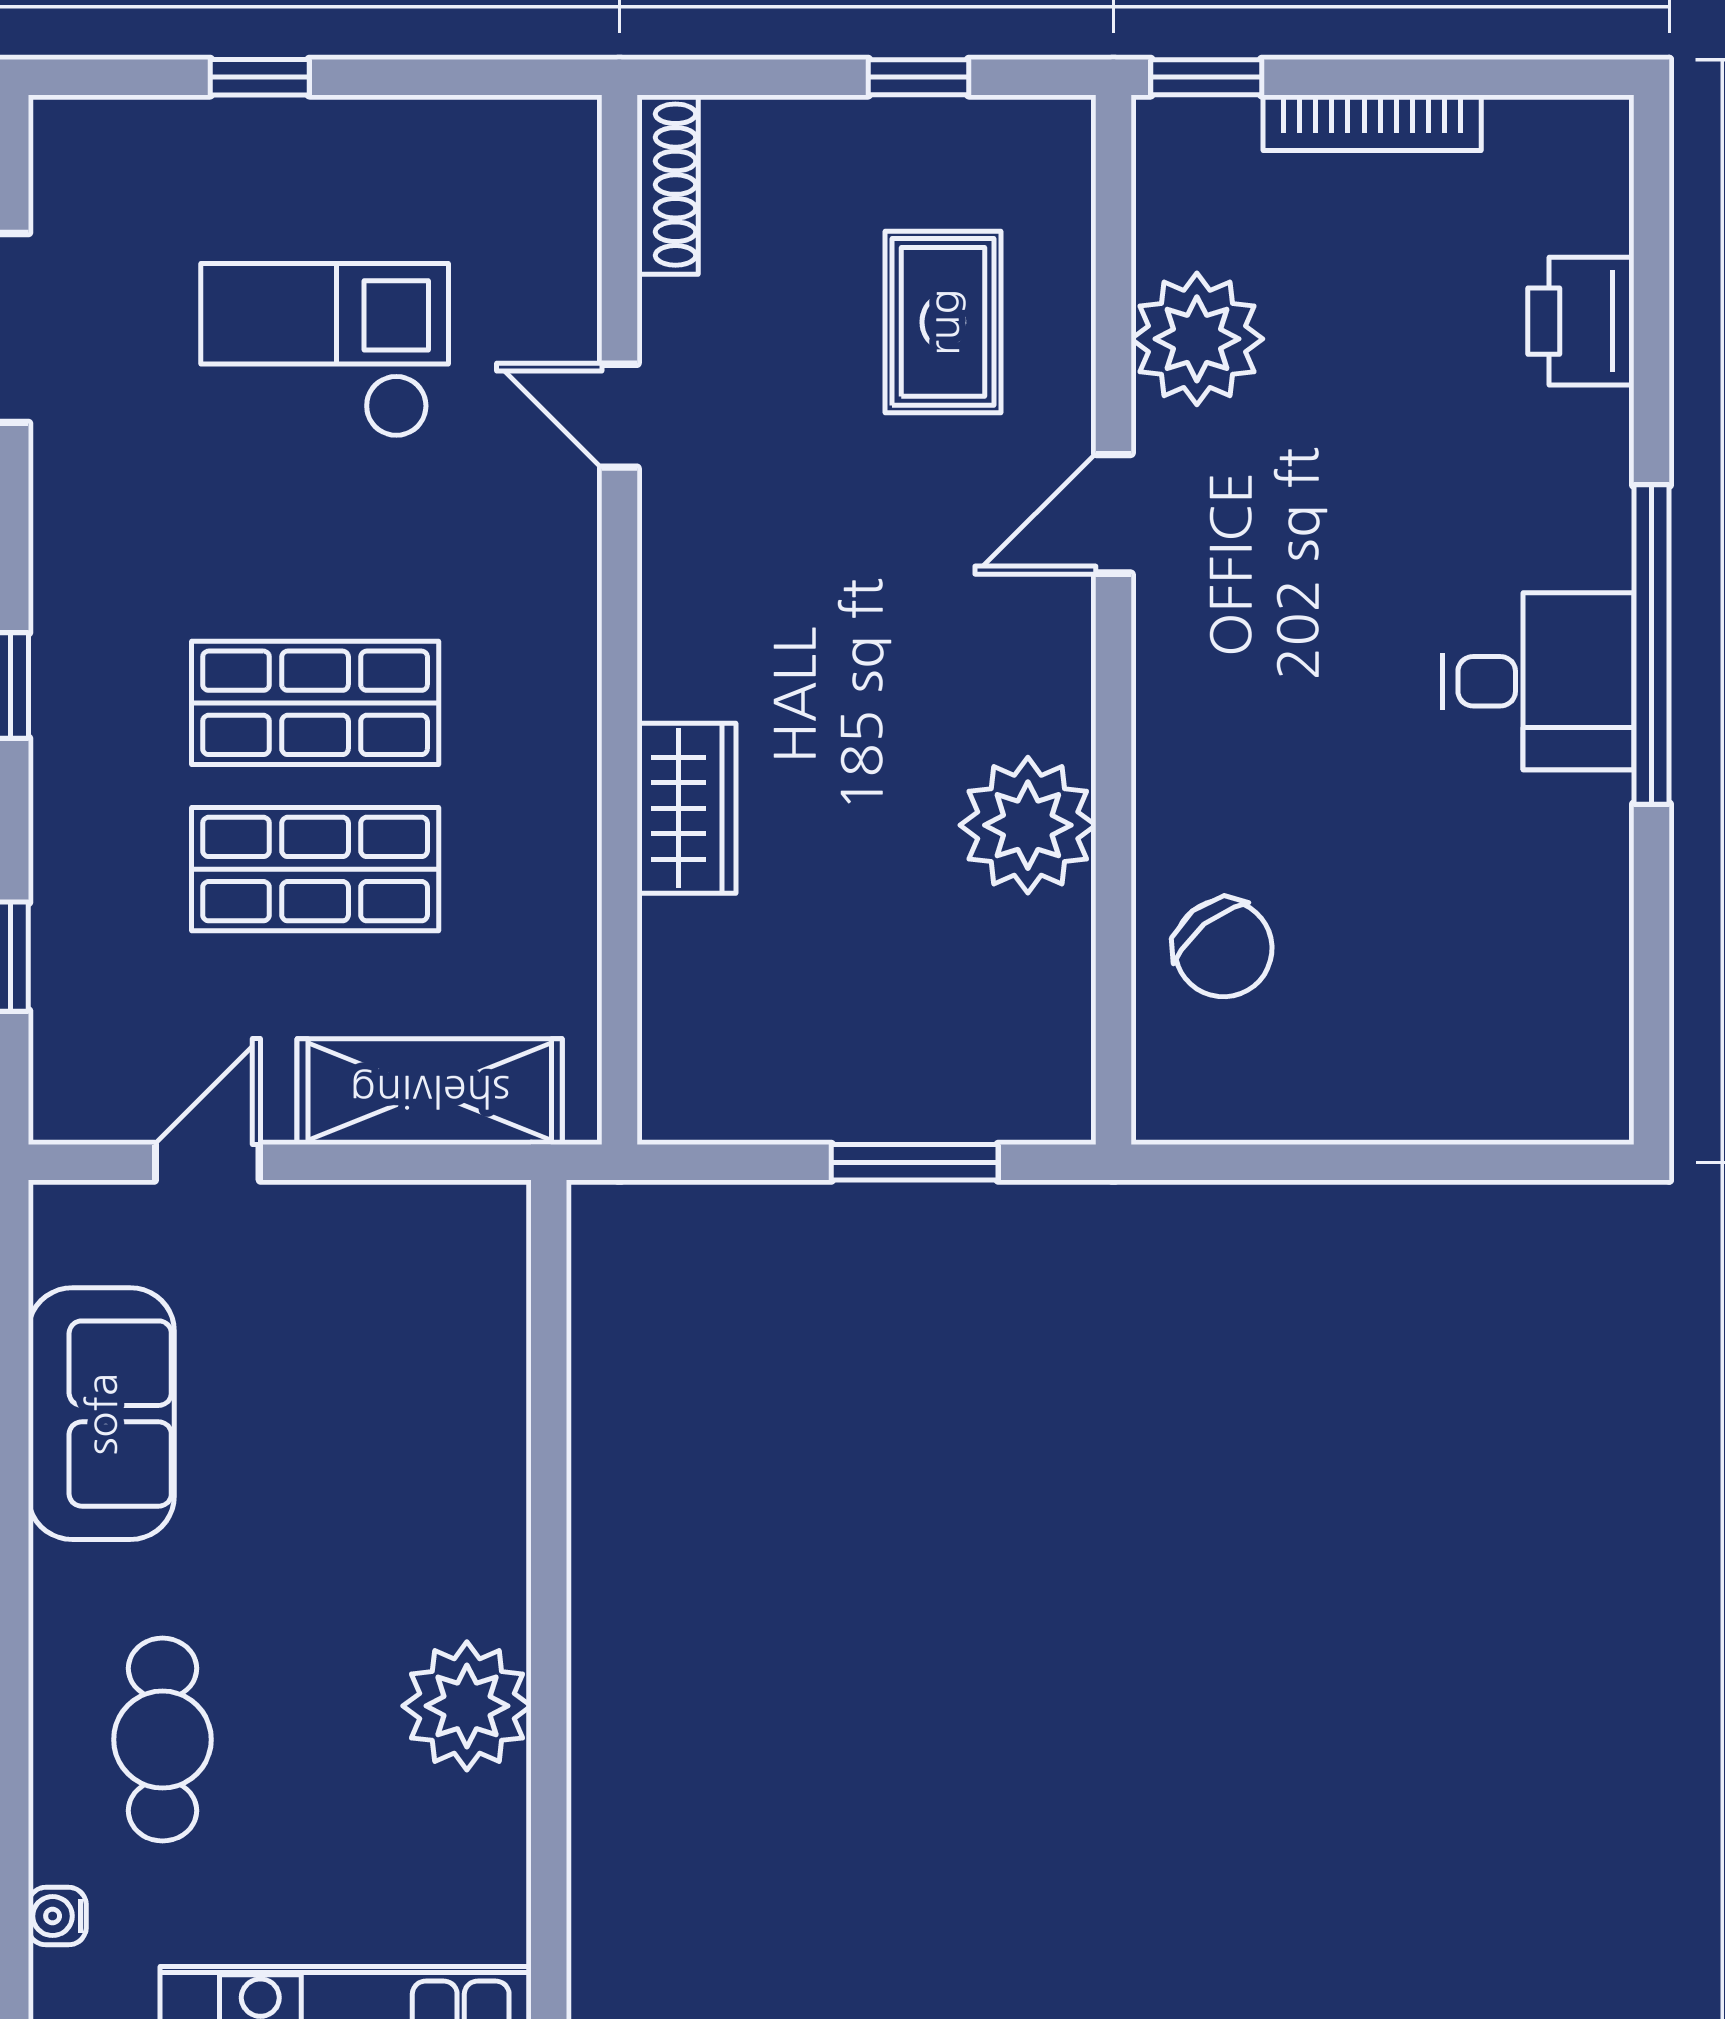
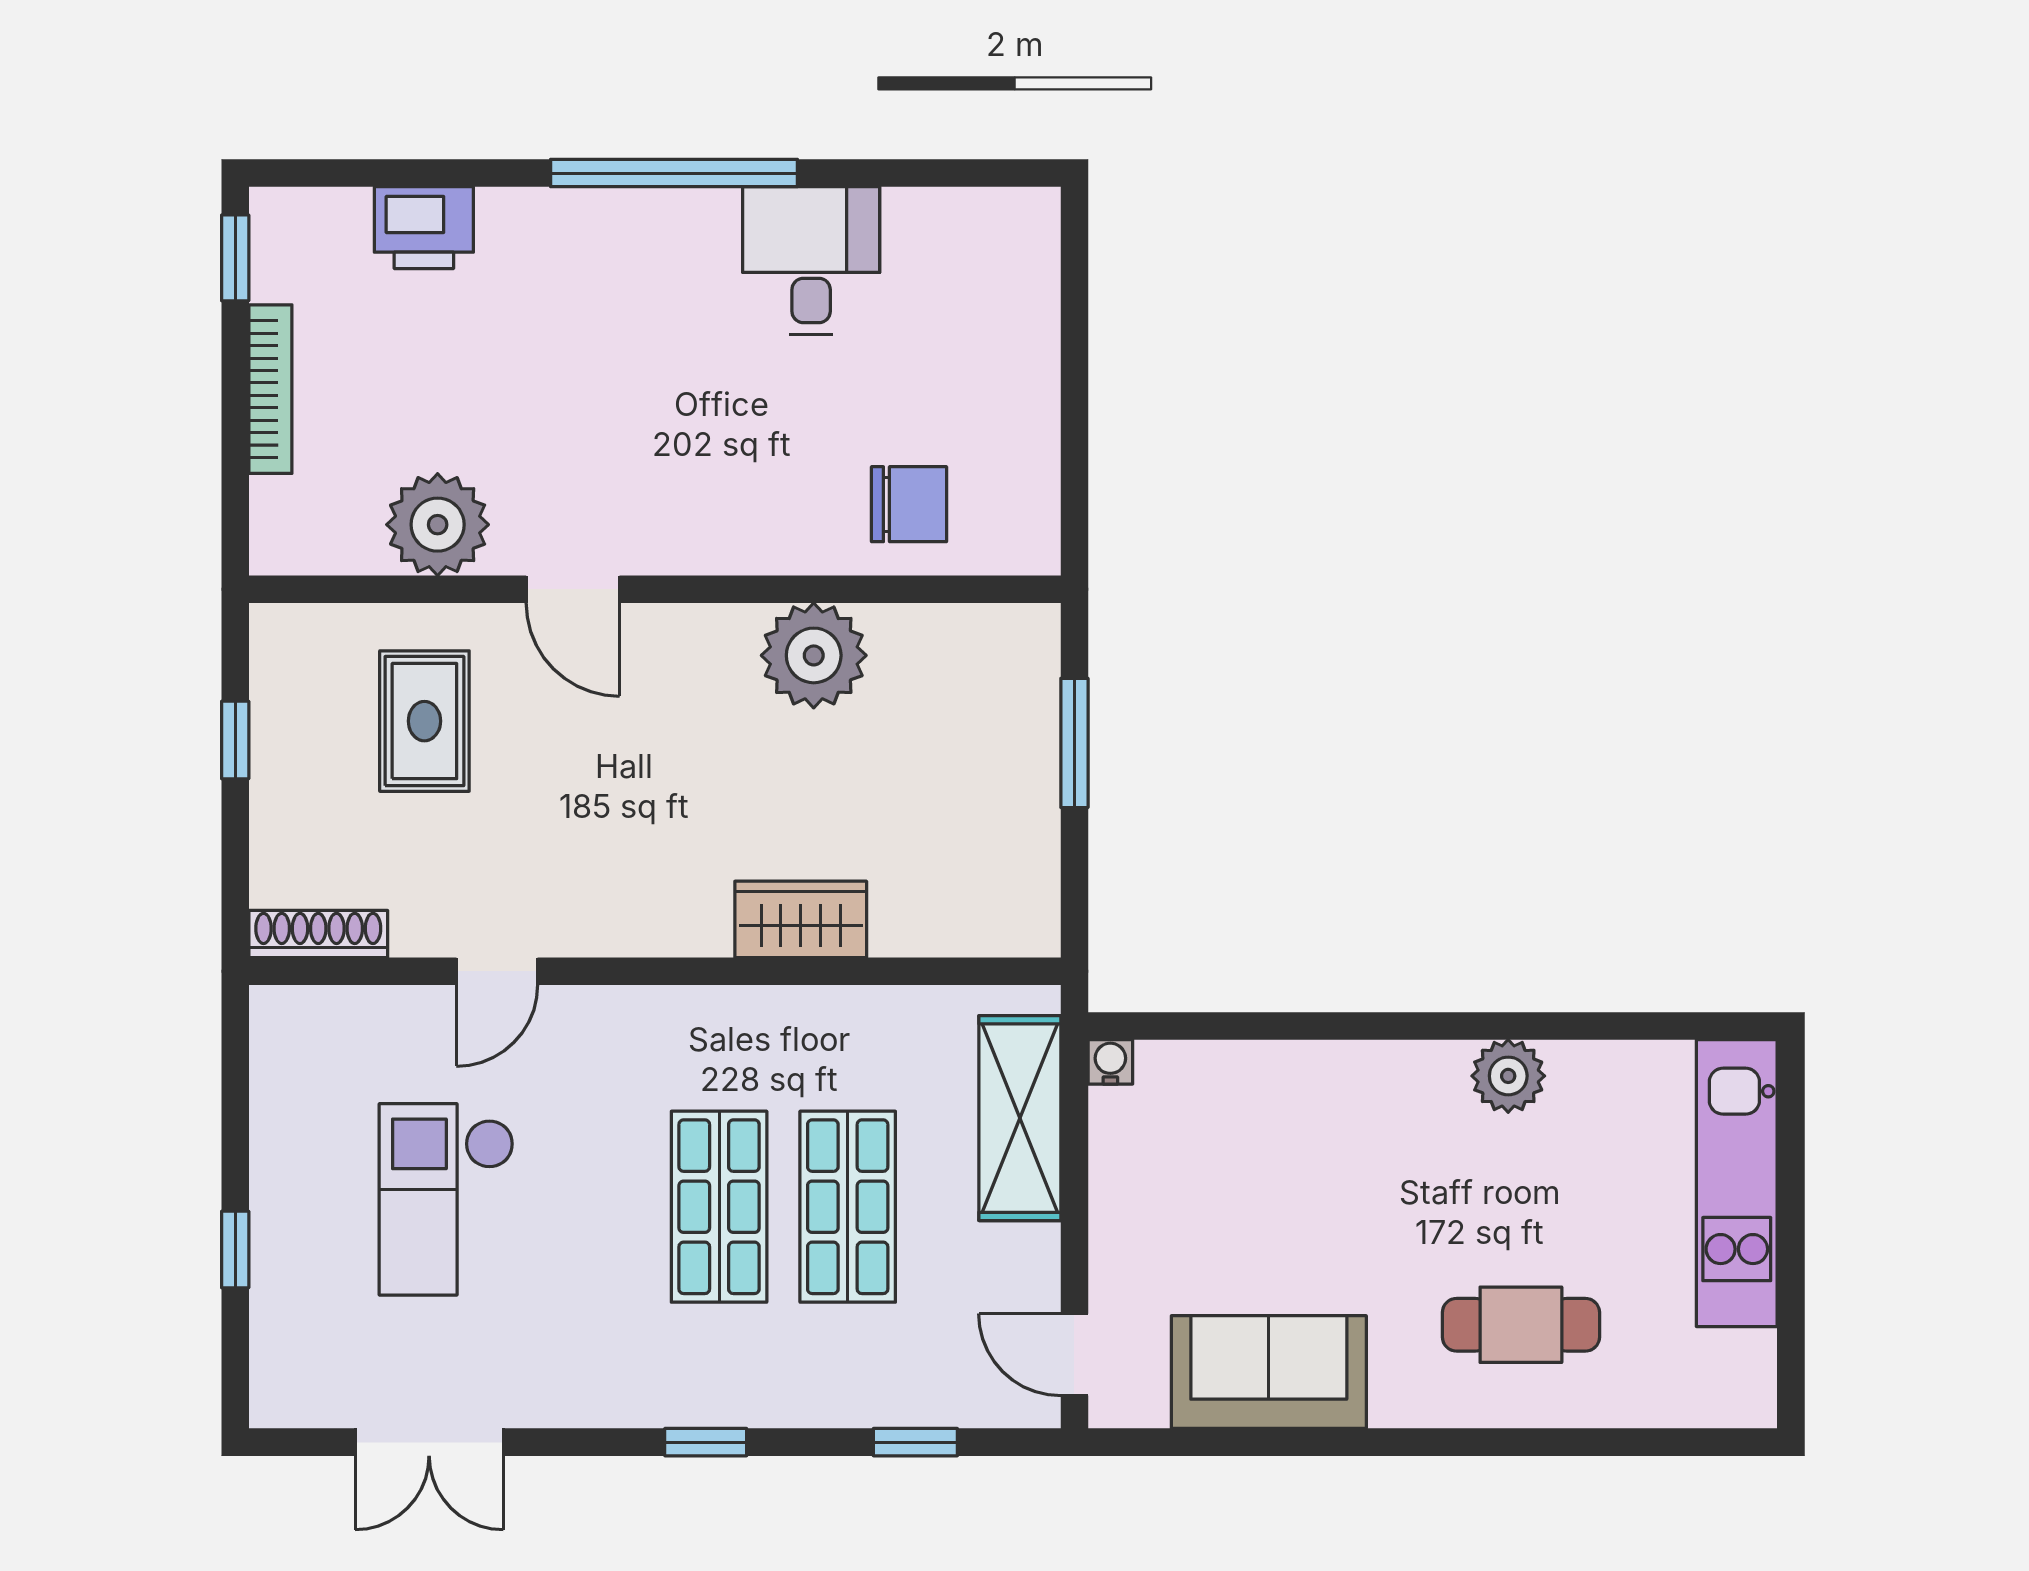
window: (1206, 77) -> (235, 258), moved
rug: (943, 322) -> (424, 721), turned 90
desk: (1538, 681) -> (811, 261), moved
chair: (1223, 948) -> (909, 504), turned 39
door: (207, 1162) -> (1074, 1355), moved
plant: (467, 1706) -> (1508, 1076), width x0.73, depth x0.73
water cooler: (57, 1916) -> (1110, 1062), moved, turned 180

